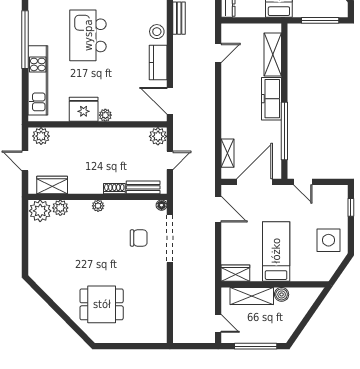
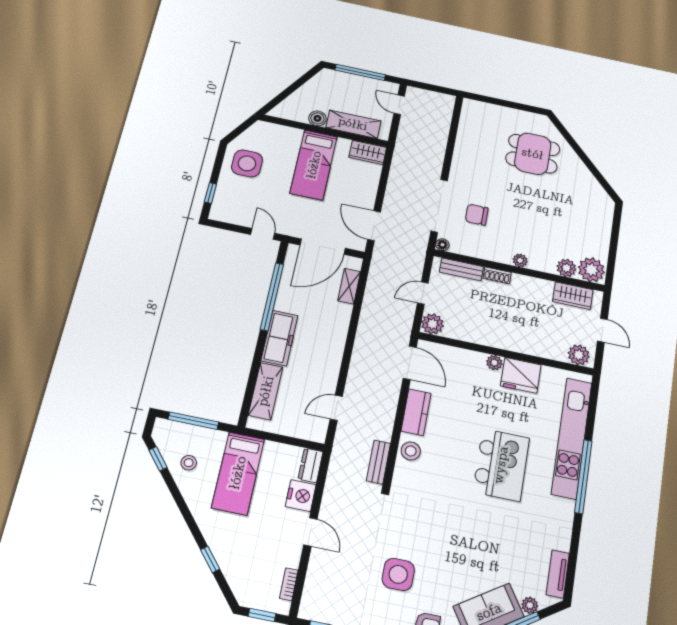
kitchen unit: (38, 80) -> (572, 438), width x1.36

